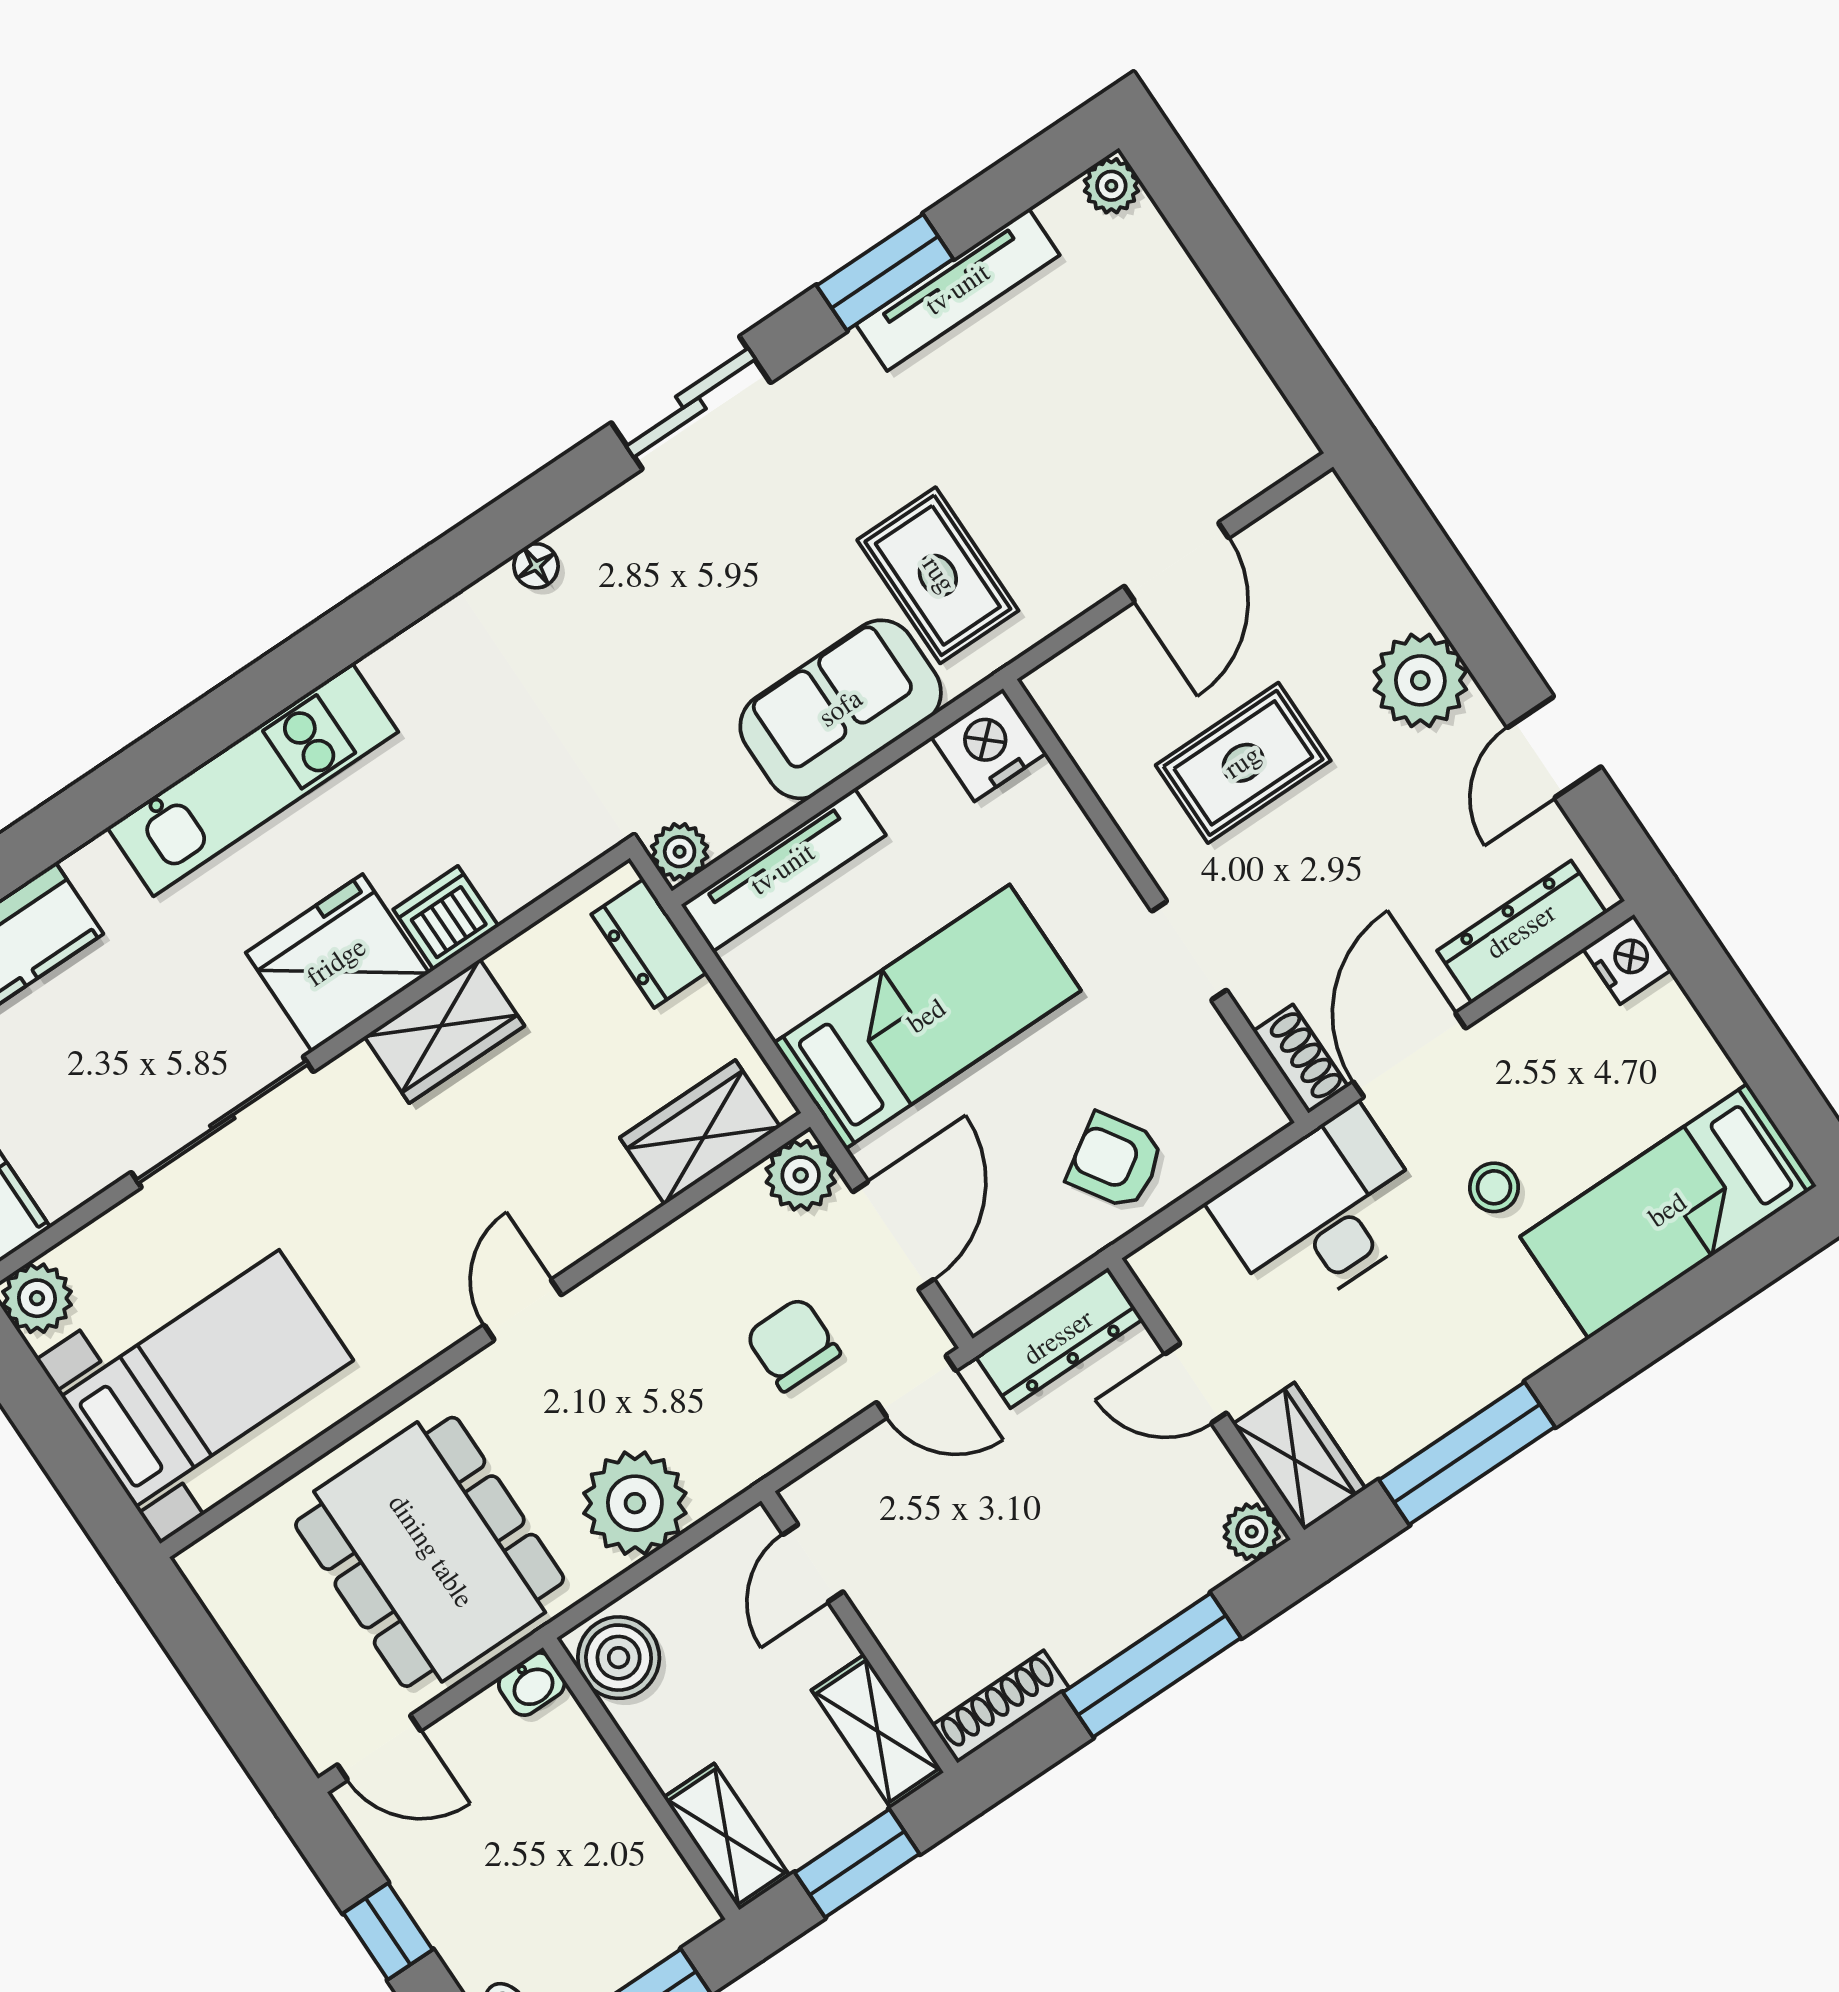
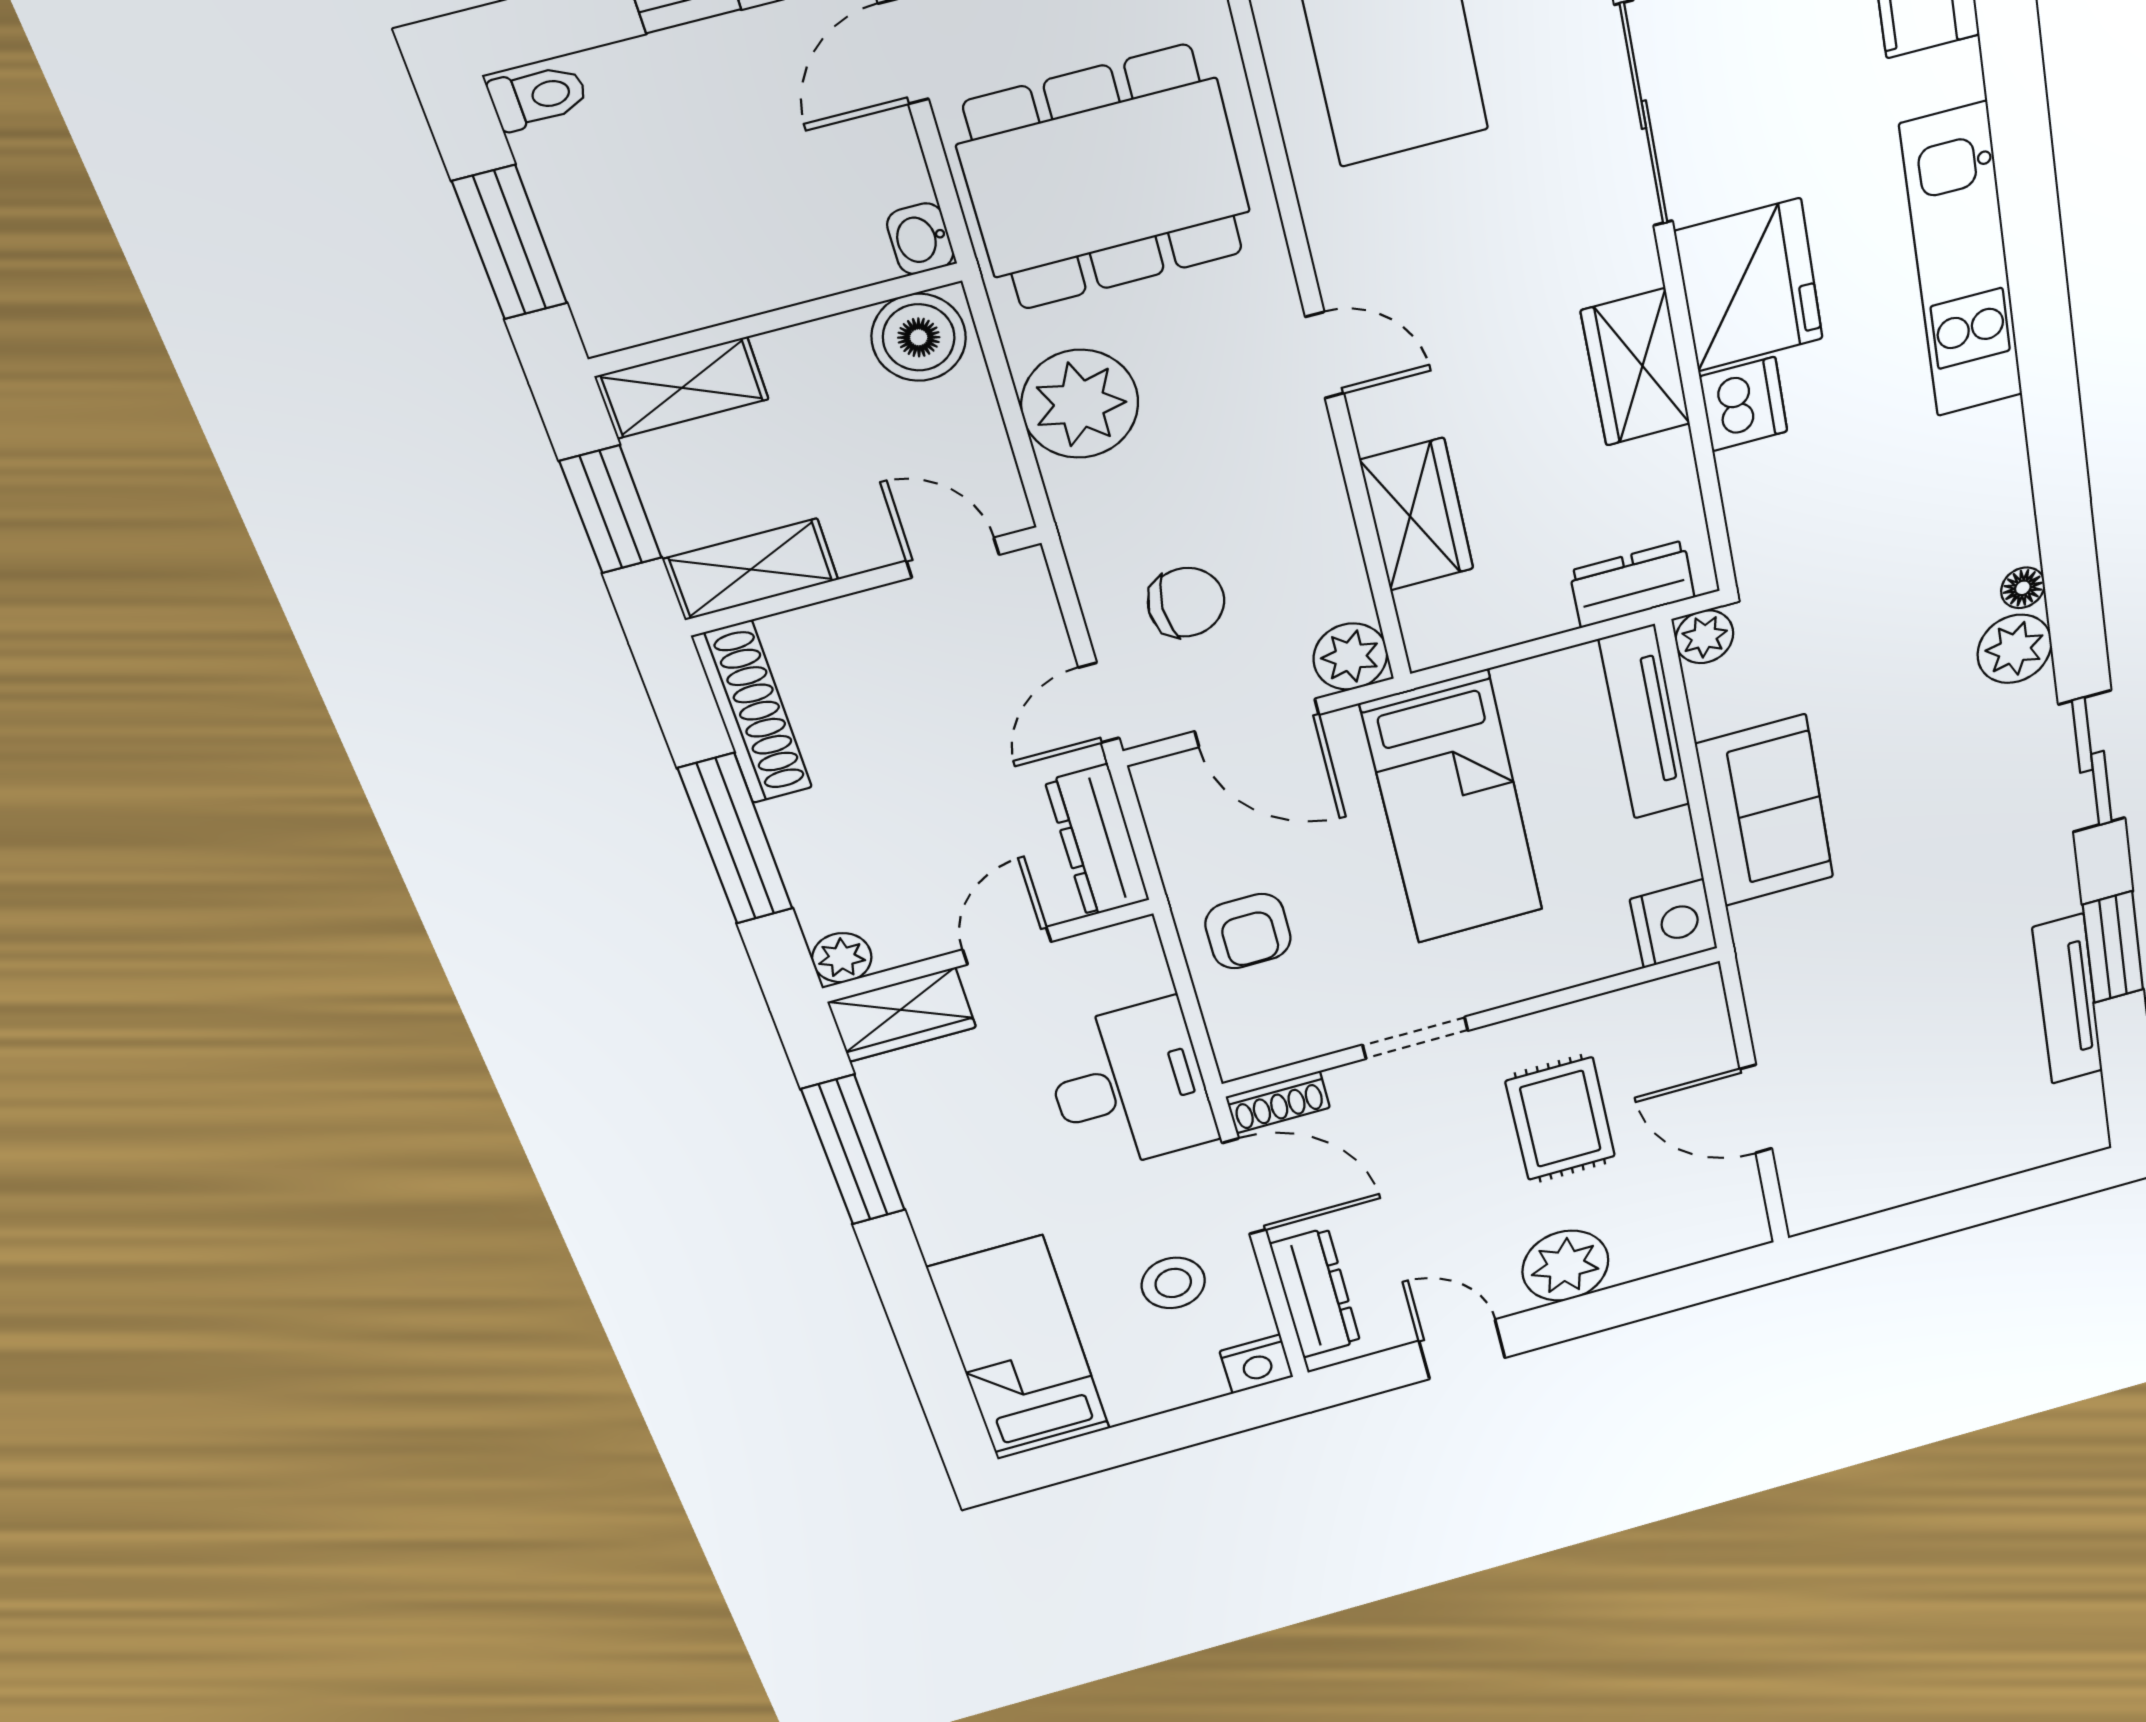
plant: (1111, 186) -> (2015, 649), moved, width x1.38, depth x1.38
rug: (938, 575) -> (1841, 922), removed
wardrobe: (700, 1132) -> (1417, 515), moved
armchair: (1116, 1161) -> (1248, 931), turned 123
stool: (1494, 1187) -> (1173, 1283), moved, width x1.37, depth x1.37
shoe rack: (1001, 1707) -> (752, 713), width x1.36, depth x1.24

